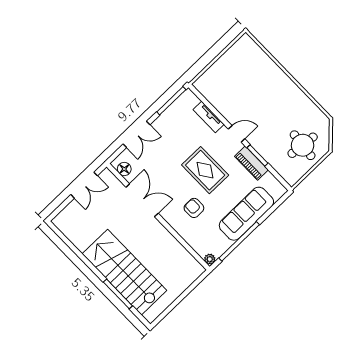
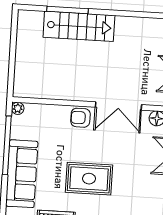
armchair: (194, 208) -> (80, 118), moved, turned 180
stairs: (124, 272) -> (79, 26), width x0.73, depth x0.66

